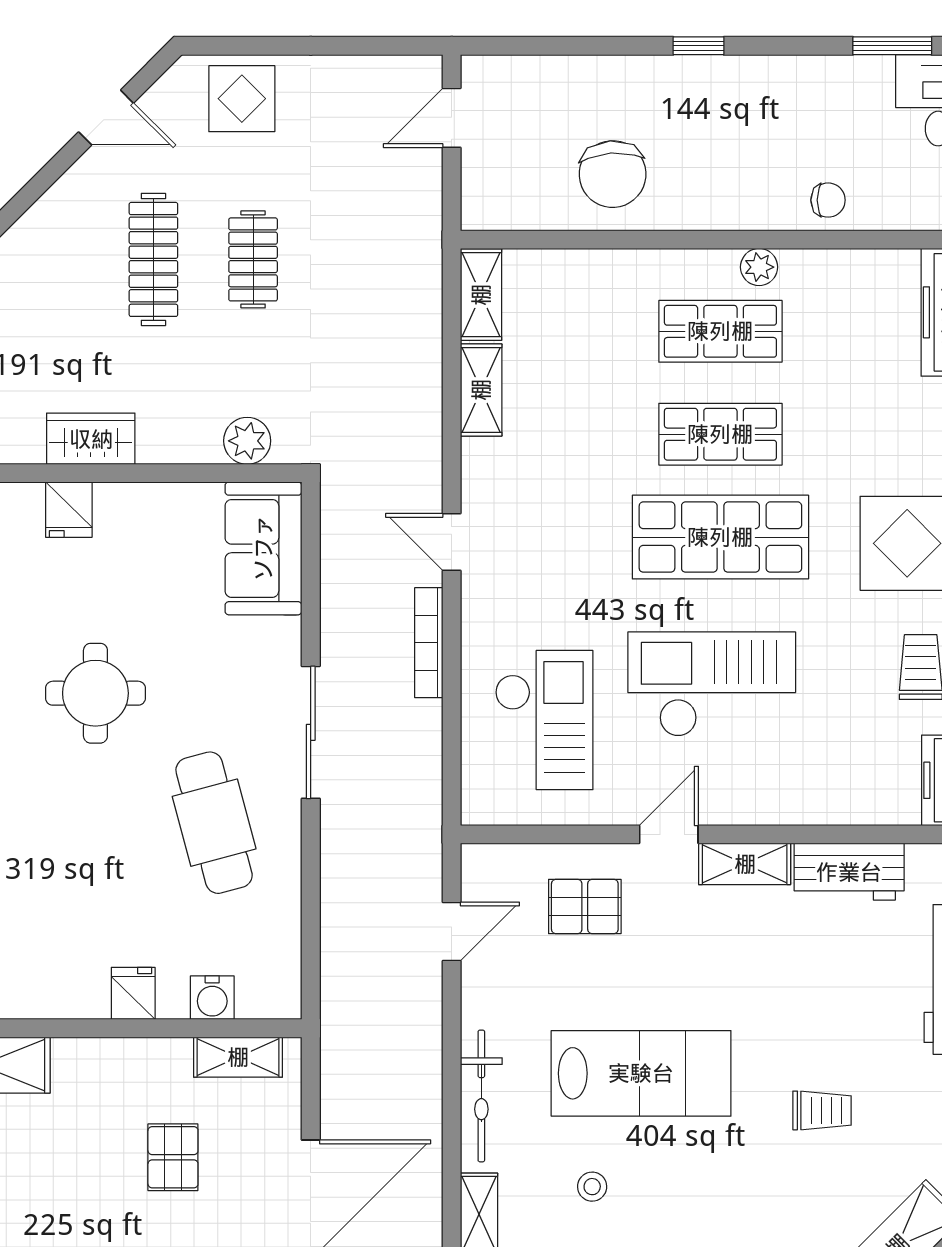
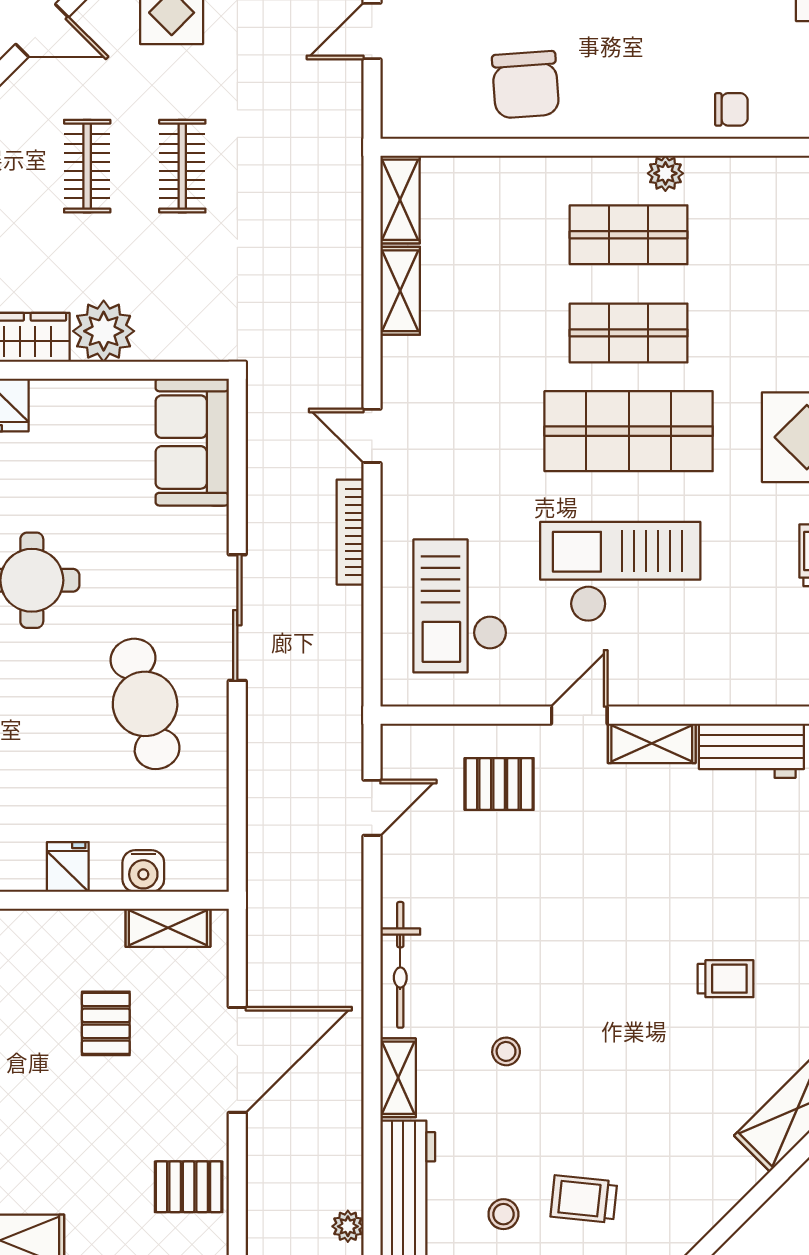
clothes rail: (153, 259) -> (87, 166), width x0.73
plant: (247, 441) -> (104, 331), moved, width x1.36, depth x1.36
checkout: (544, 720) -> (460, 606), turned 180
lab bench: (641, 1073) -> (553, 943), removed

